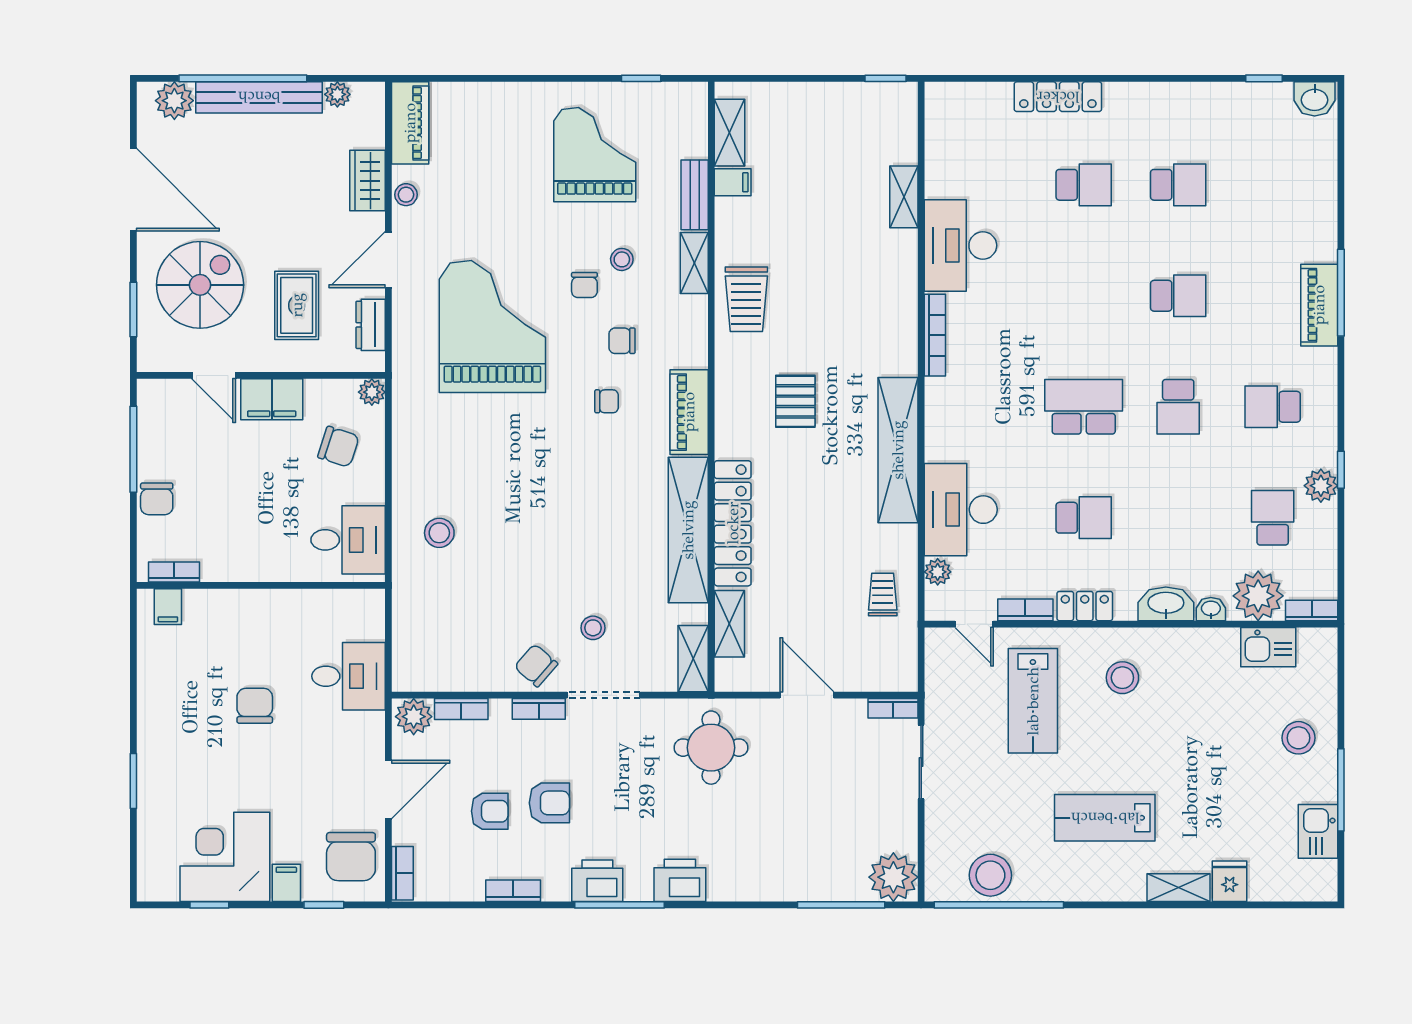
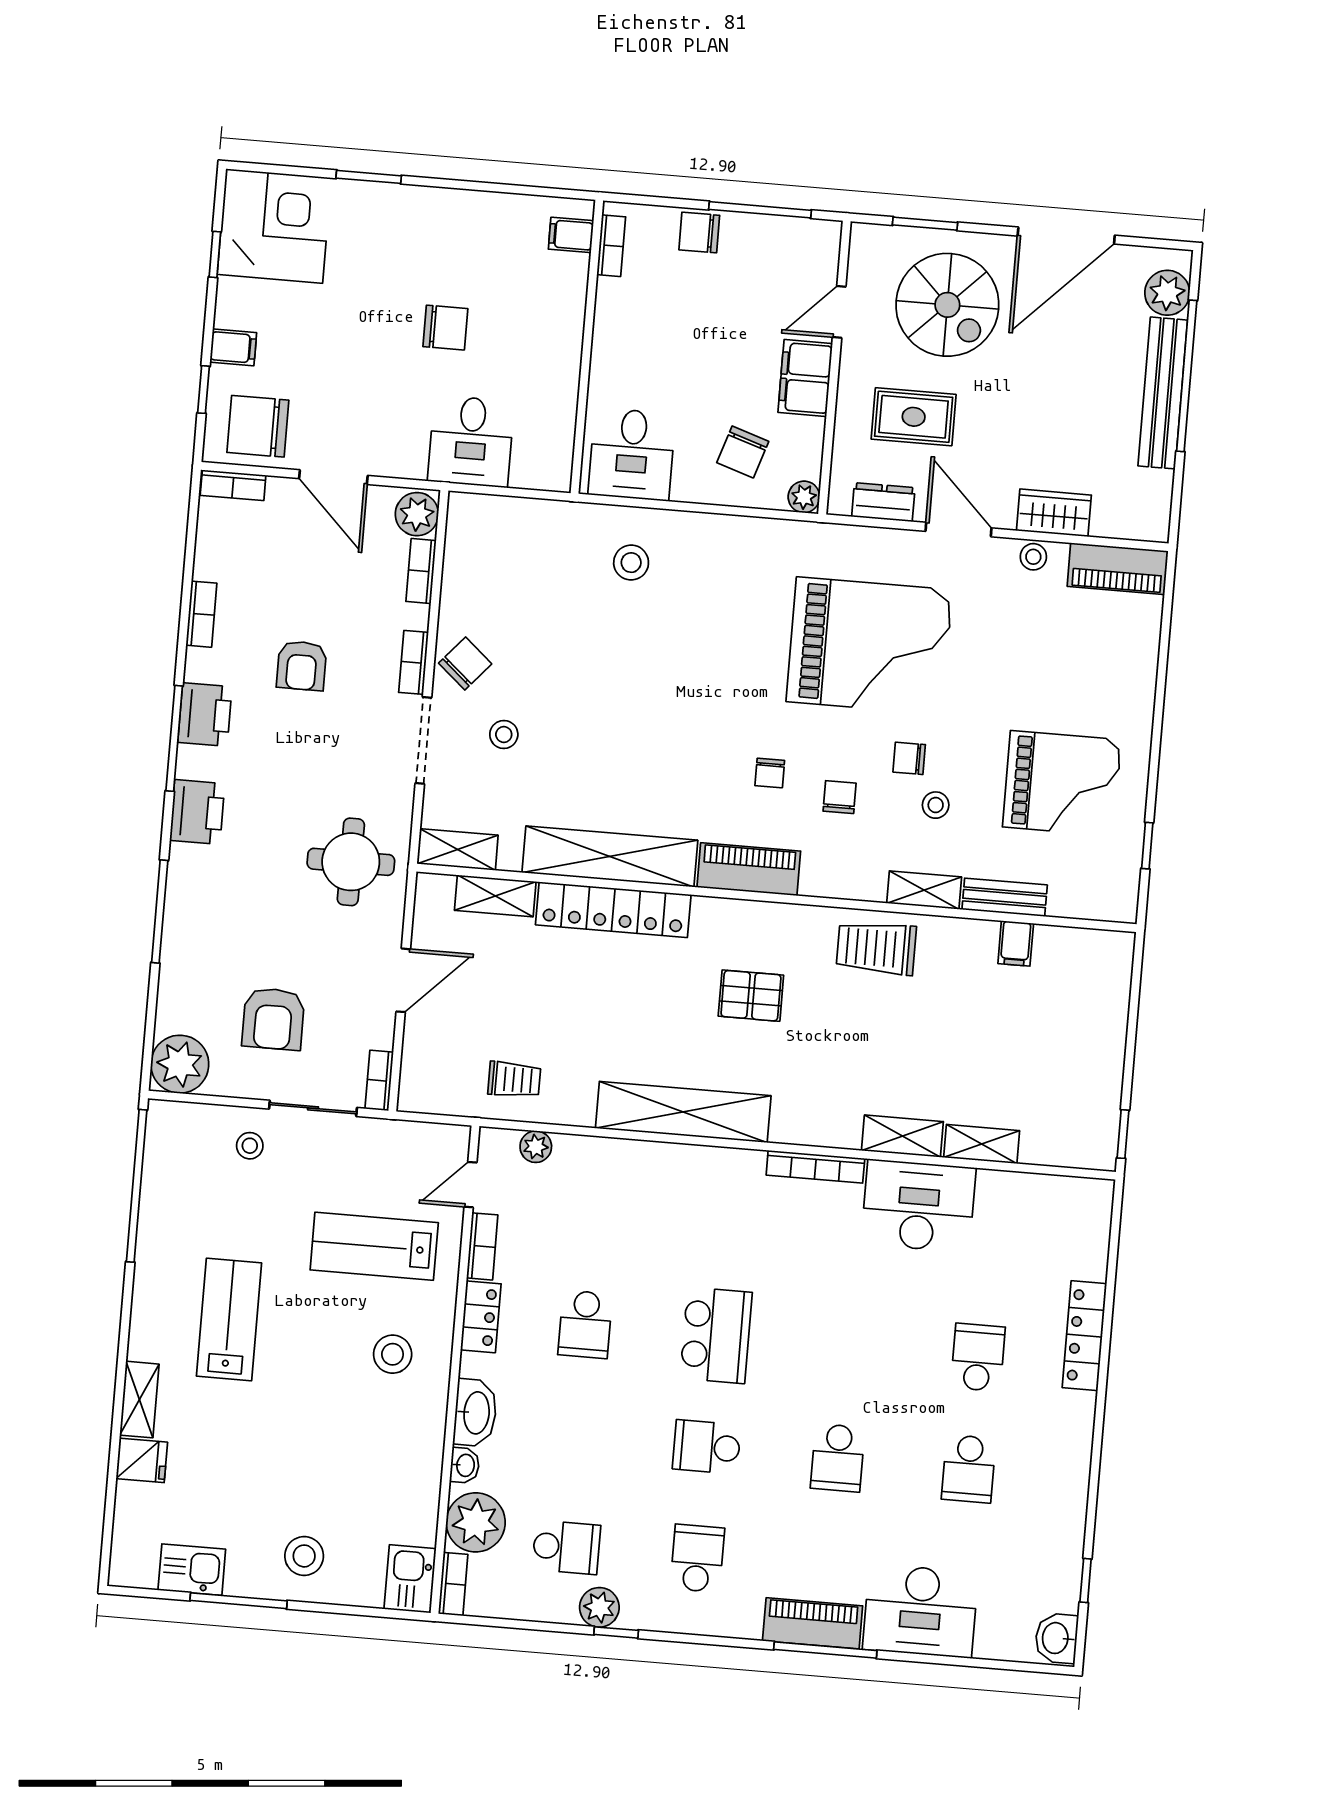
plant: (337, 94) -> (1158, 486), removed
shelving: (730, 133) -> (902, 1136), moved
school desk: (1084, 185) -> (978, 1357), turned 180
desk: (961, 510) -> (920, 1611), moved, turned 180
kitchen sink: (1268, 647) -> (410, 1579), moved
armchair: (490, 811) -> (273, 1019), moved, width x1.38, depth x1.38
corner desk: (225, 857) -> (274, 226), moved
stool: (990, 875) -> (250, 1146), moved, width x0.53, depth x0.53
window: (841, 905) -> (160, 911), moved

